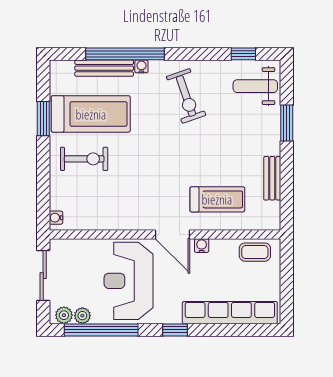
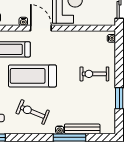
window: (125, 54) -> (70, 137), width x0.68
exercise bike: (186, 96) -> (33, 112), turned -49
treadmill: (91, 114) -> (32, 76), moved

